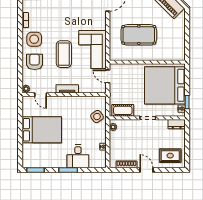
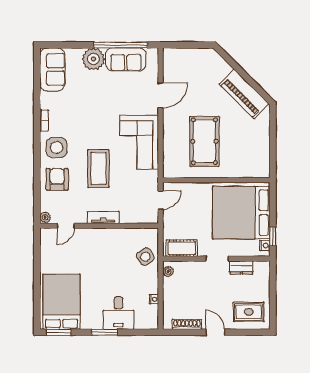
pool table: (139, 35) -> (204, 141), turned 90
corner sofa: (93, 50) -> (139, 142), moved
door: (108, 76) -> (161, 200), swing flipped
door: (41, 95) -> (66, 226), hinge flipped
dresser: (177, 124) -> (241, 268), moved
bed: (42, 130) -> (61, 302), moved, turned -90

